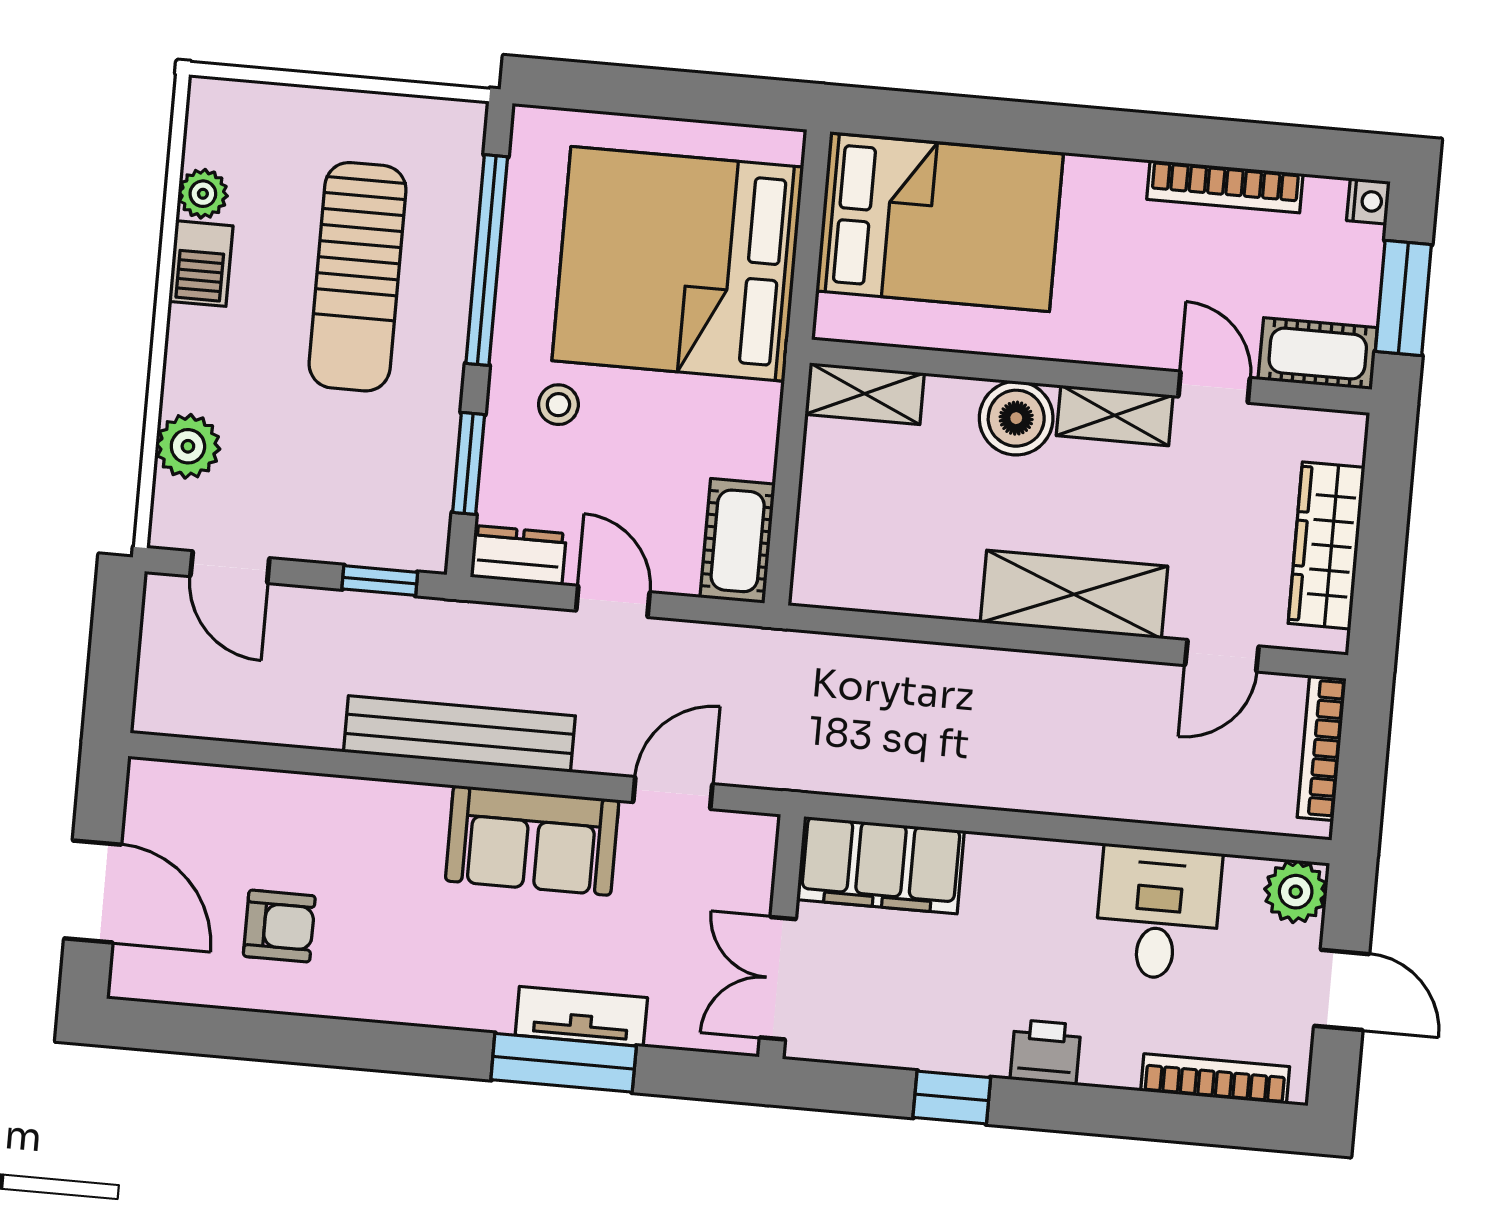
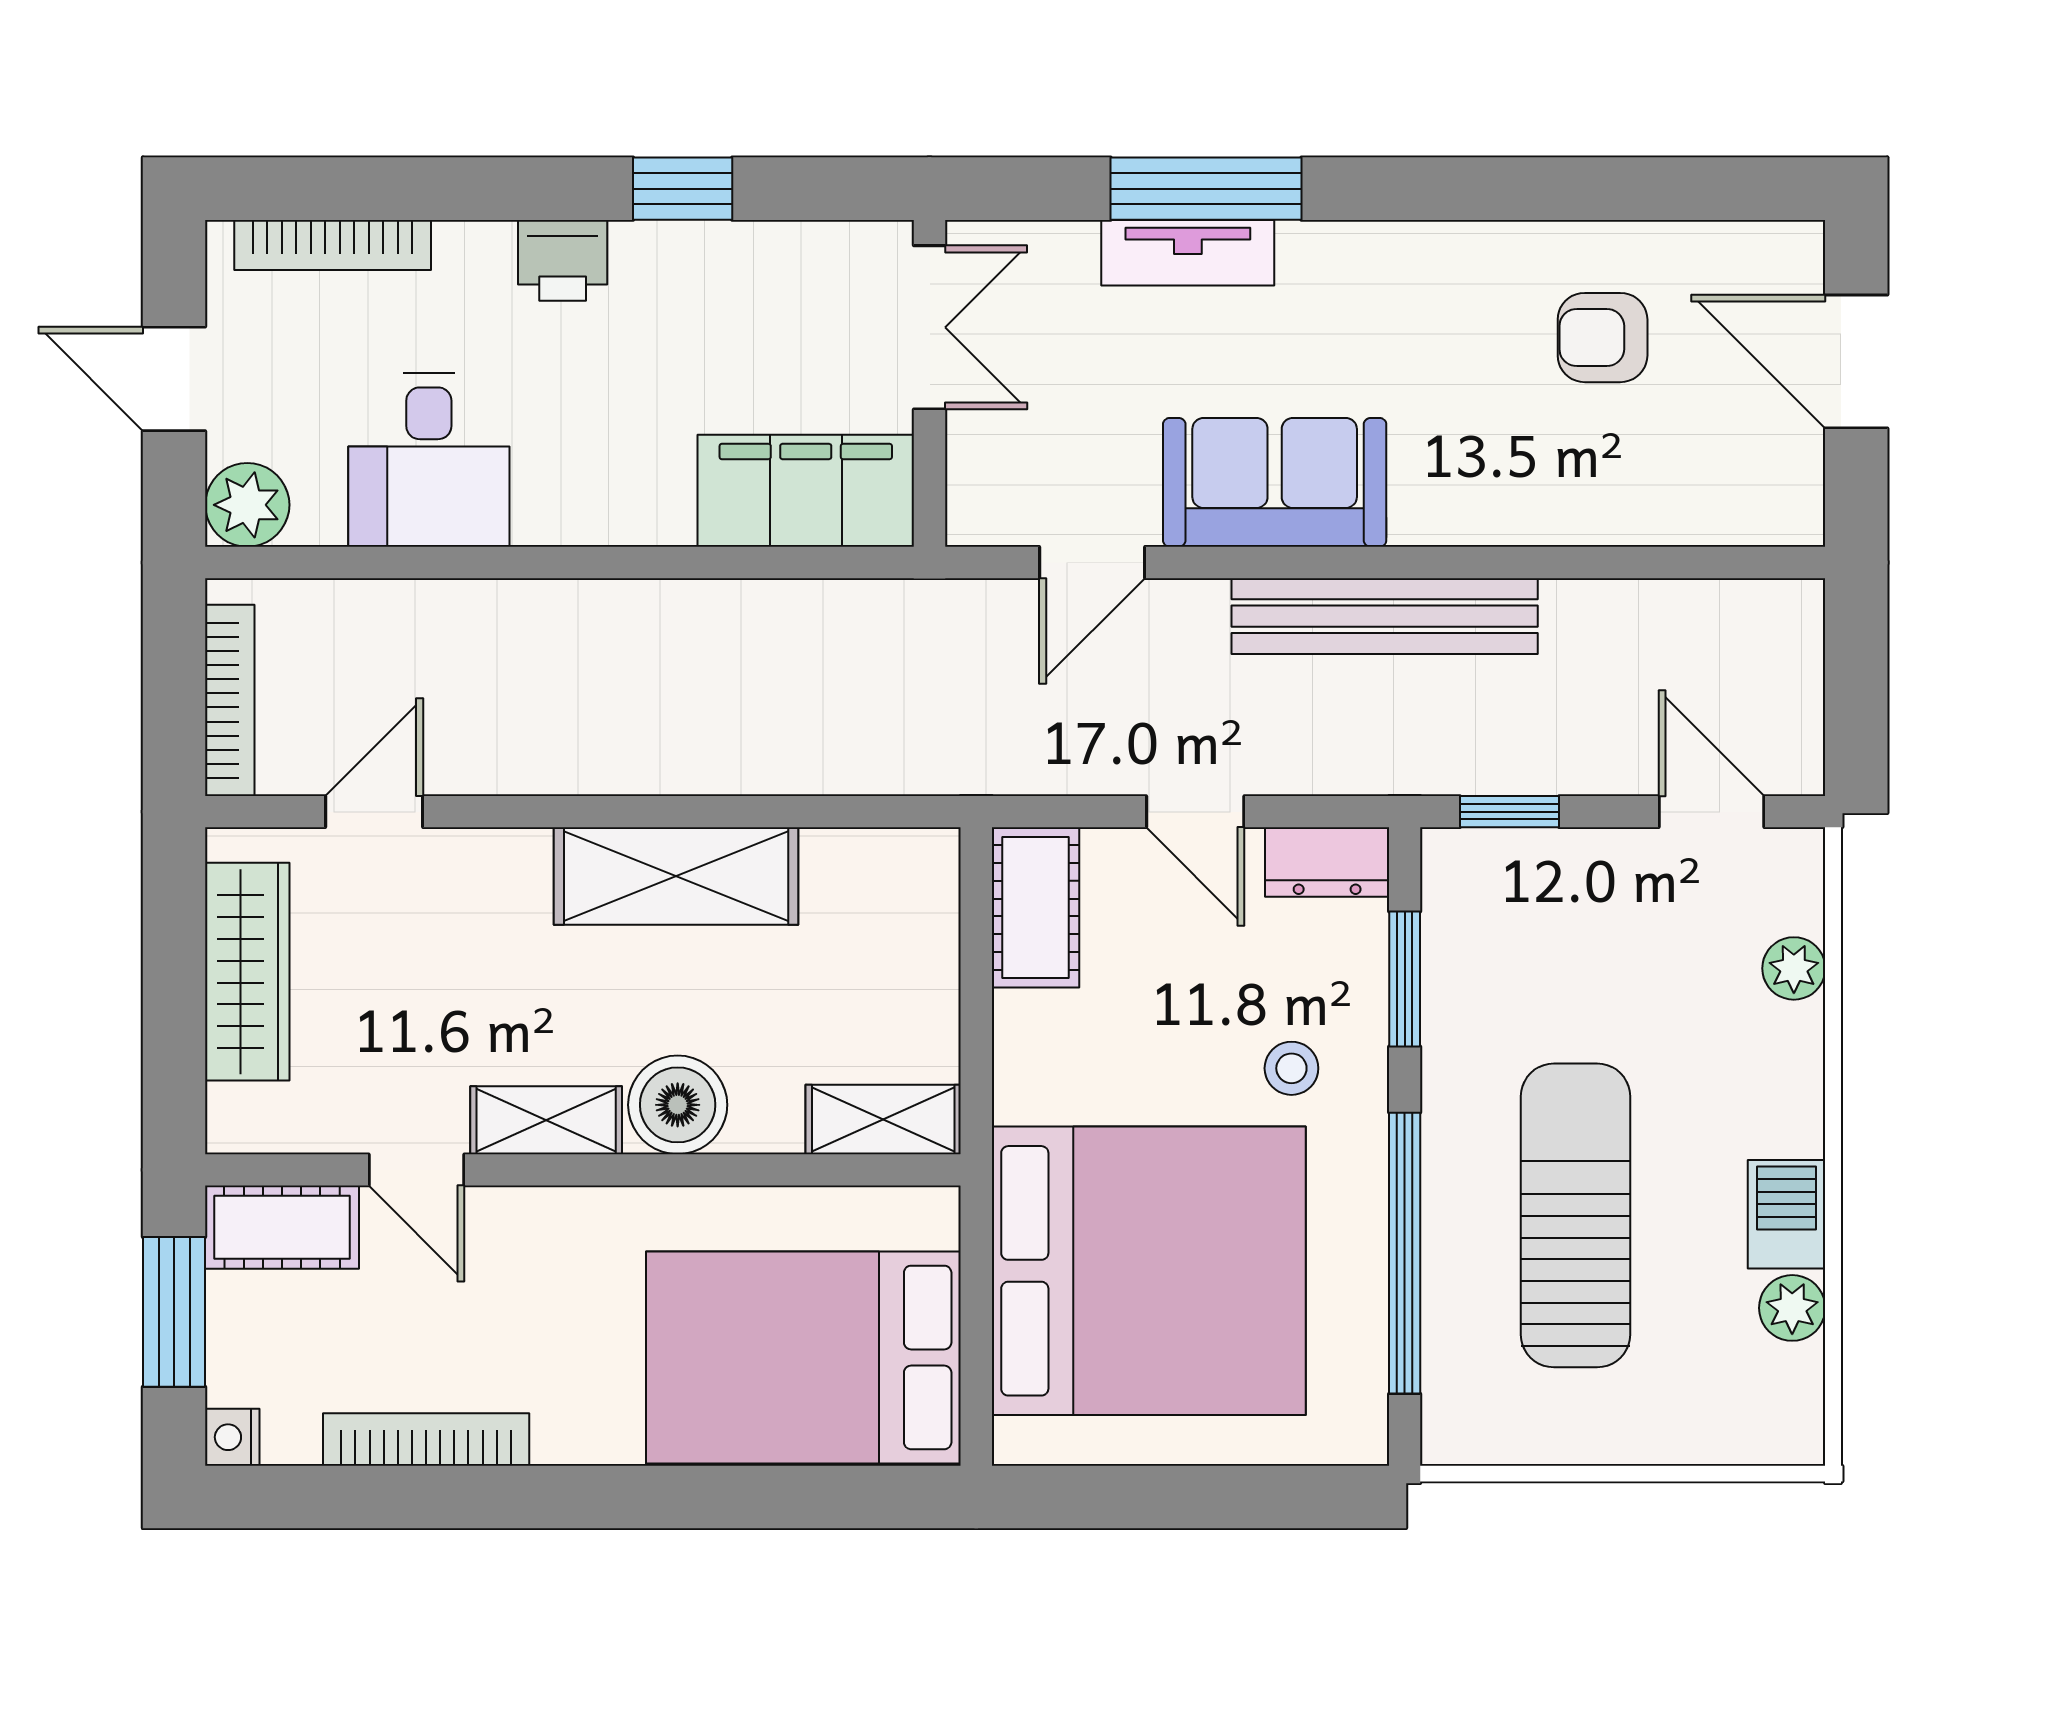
plant: (188, 446) -> (1794, 968), width x0.73, depth x0.73
shelving: (1074, 594) -> (676, 876), moved

